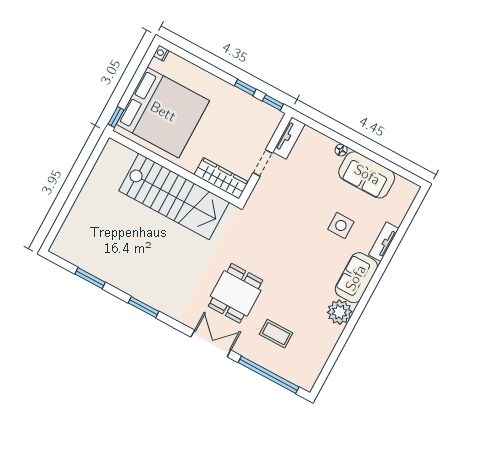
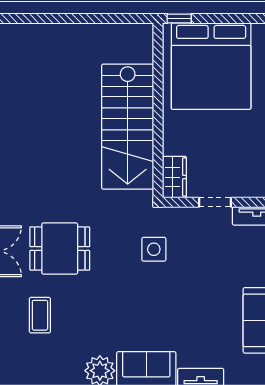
wardrobe: (221, 178) -> (174, 177), width x0.67
side table: (341, 225) -> (154, 249), moved

